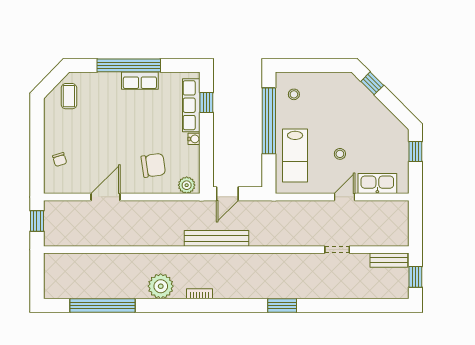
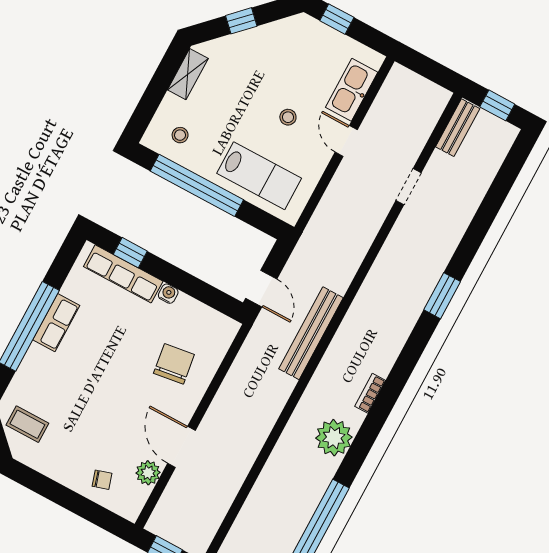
shelving: (333, 79) -> (188, 74), added
window: (372, 83) -> (241, 21), moved
plant: (187, 185) -> (148, 473), moved

